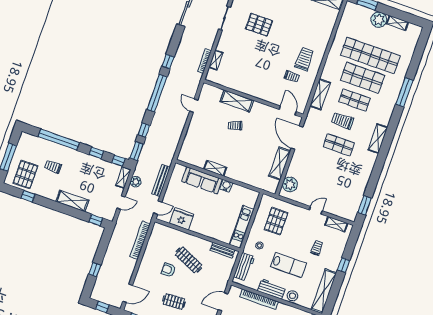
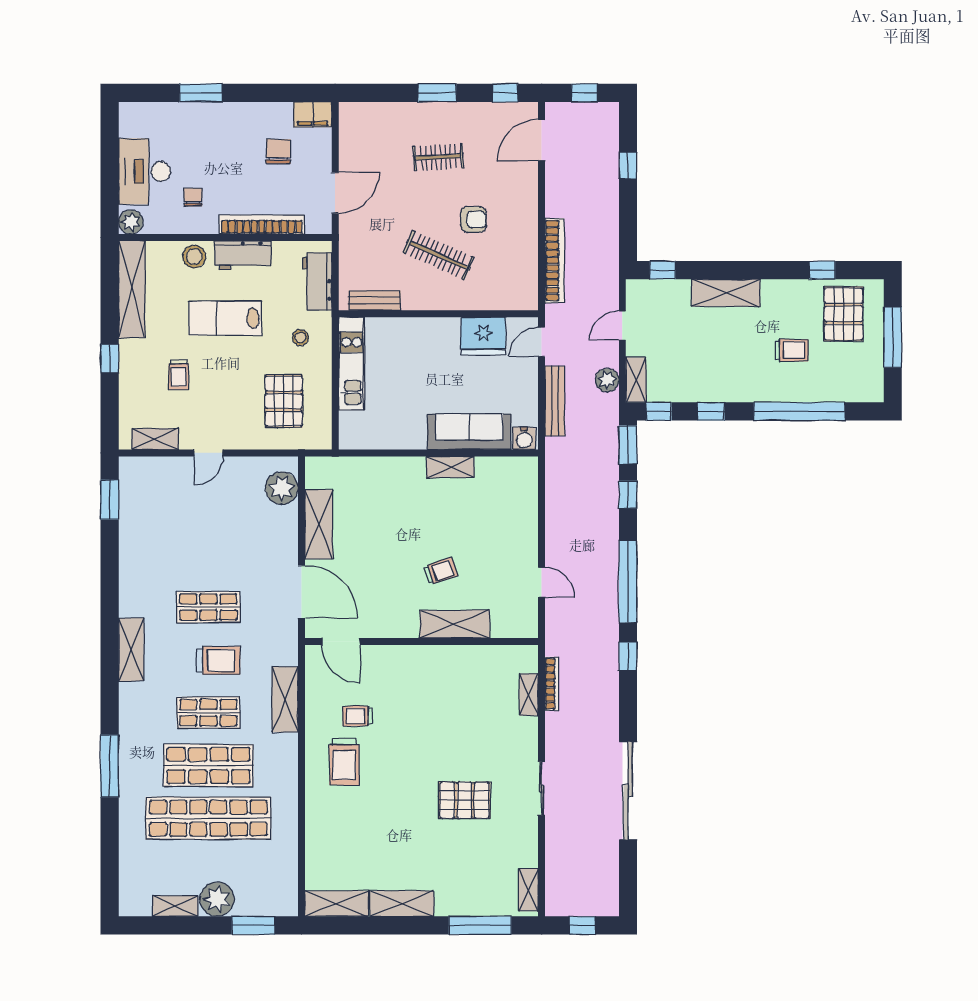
water cooler: (226, 186) -> (524, 438), moved

